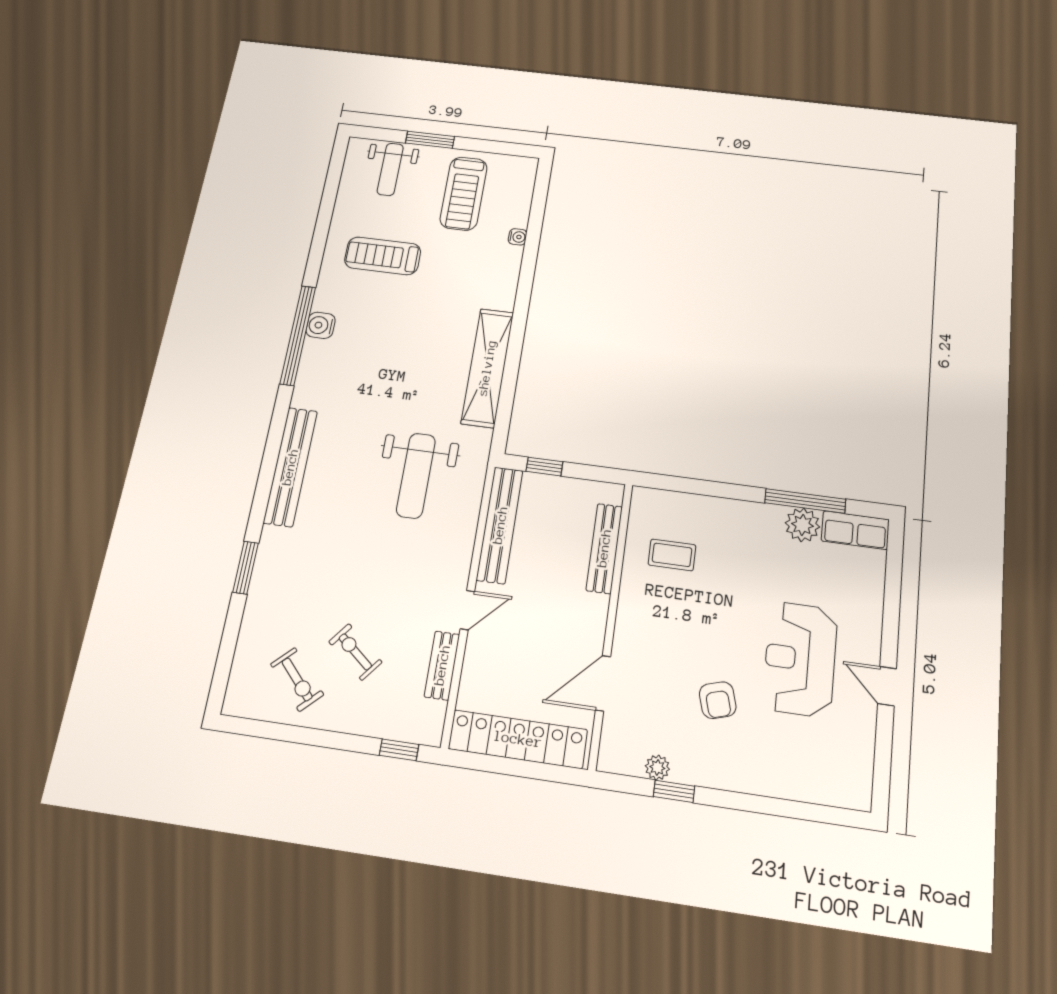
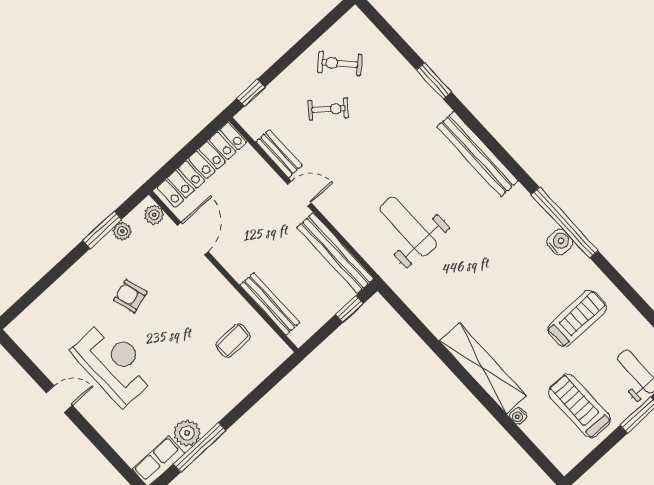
shelving: (487, 368) -> (483, 368), moved
door: (467, 610) -> (299, 194), swing flipped
plant: (612, 747) -> (154, 215), added
window: (674, 791) -> (102, 230), width x1.50

